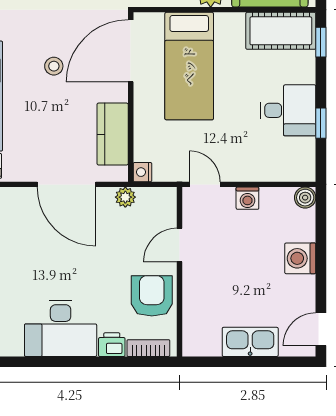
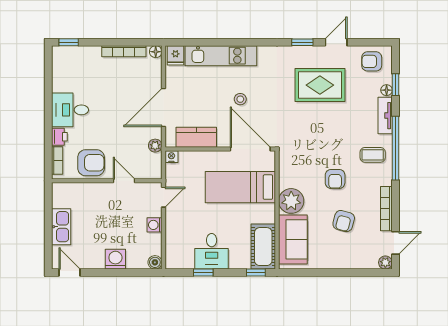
desk: (61, 328) -> (70, 110), width x0.73

